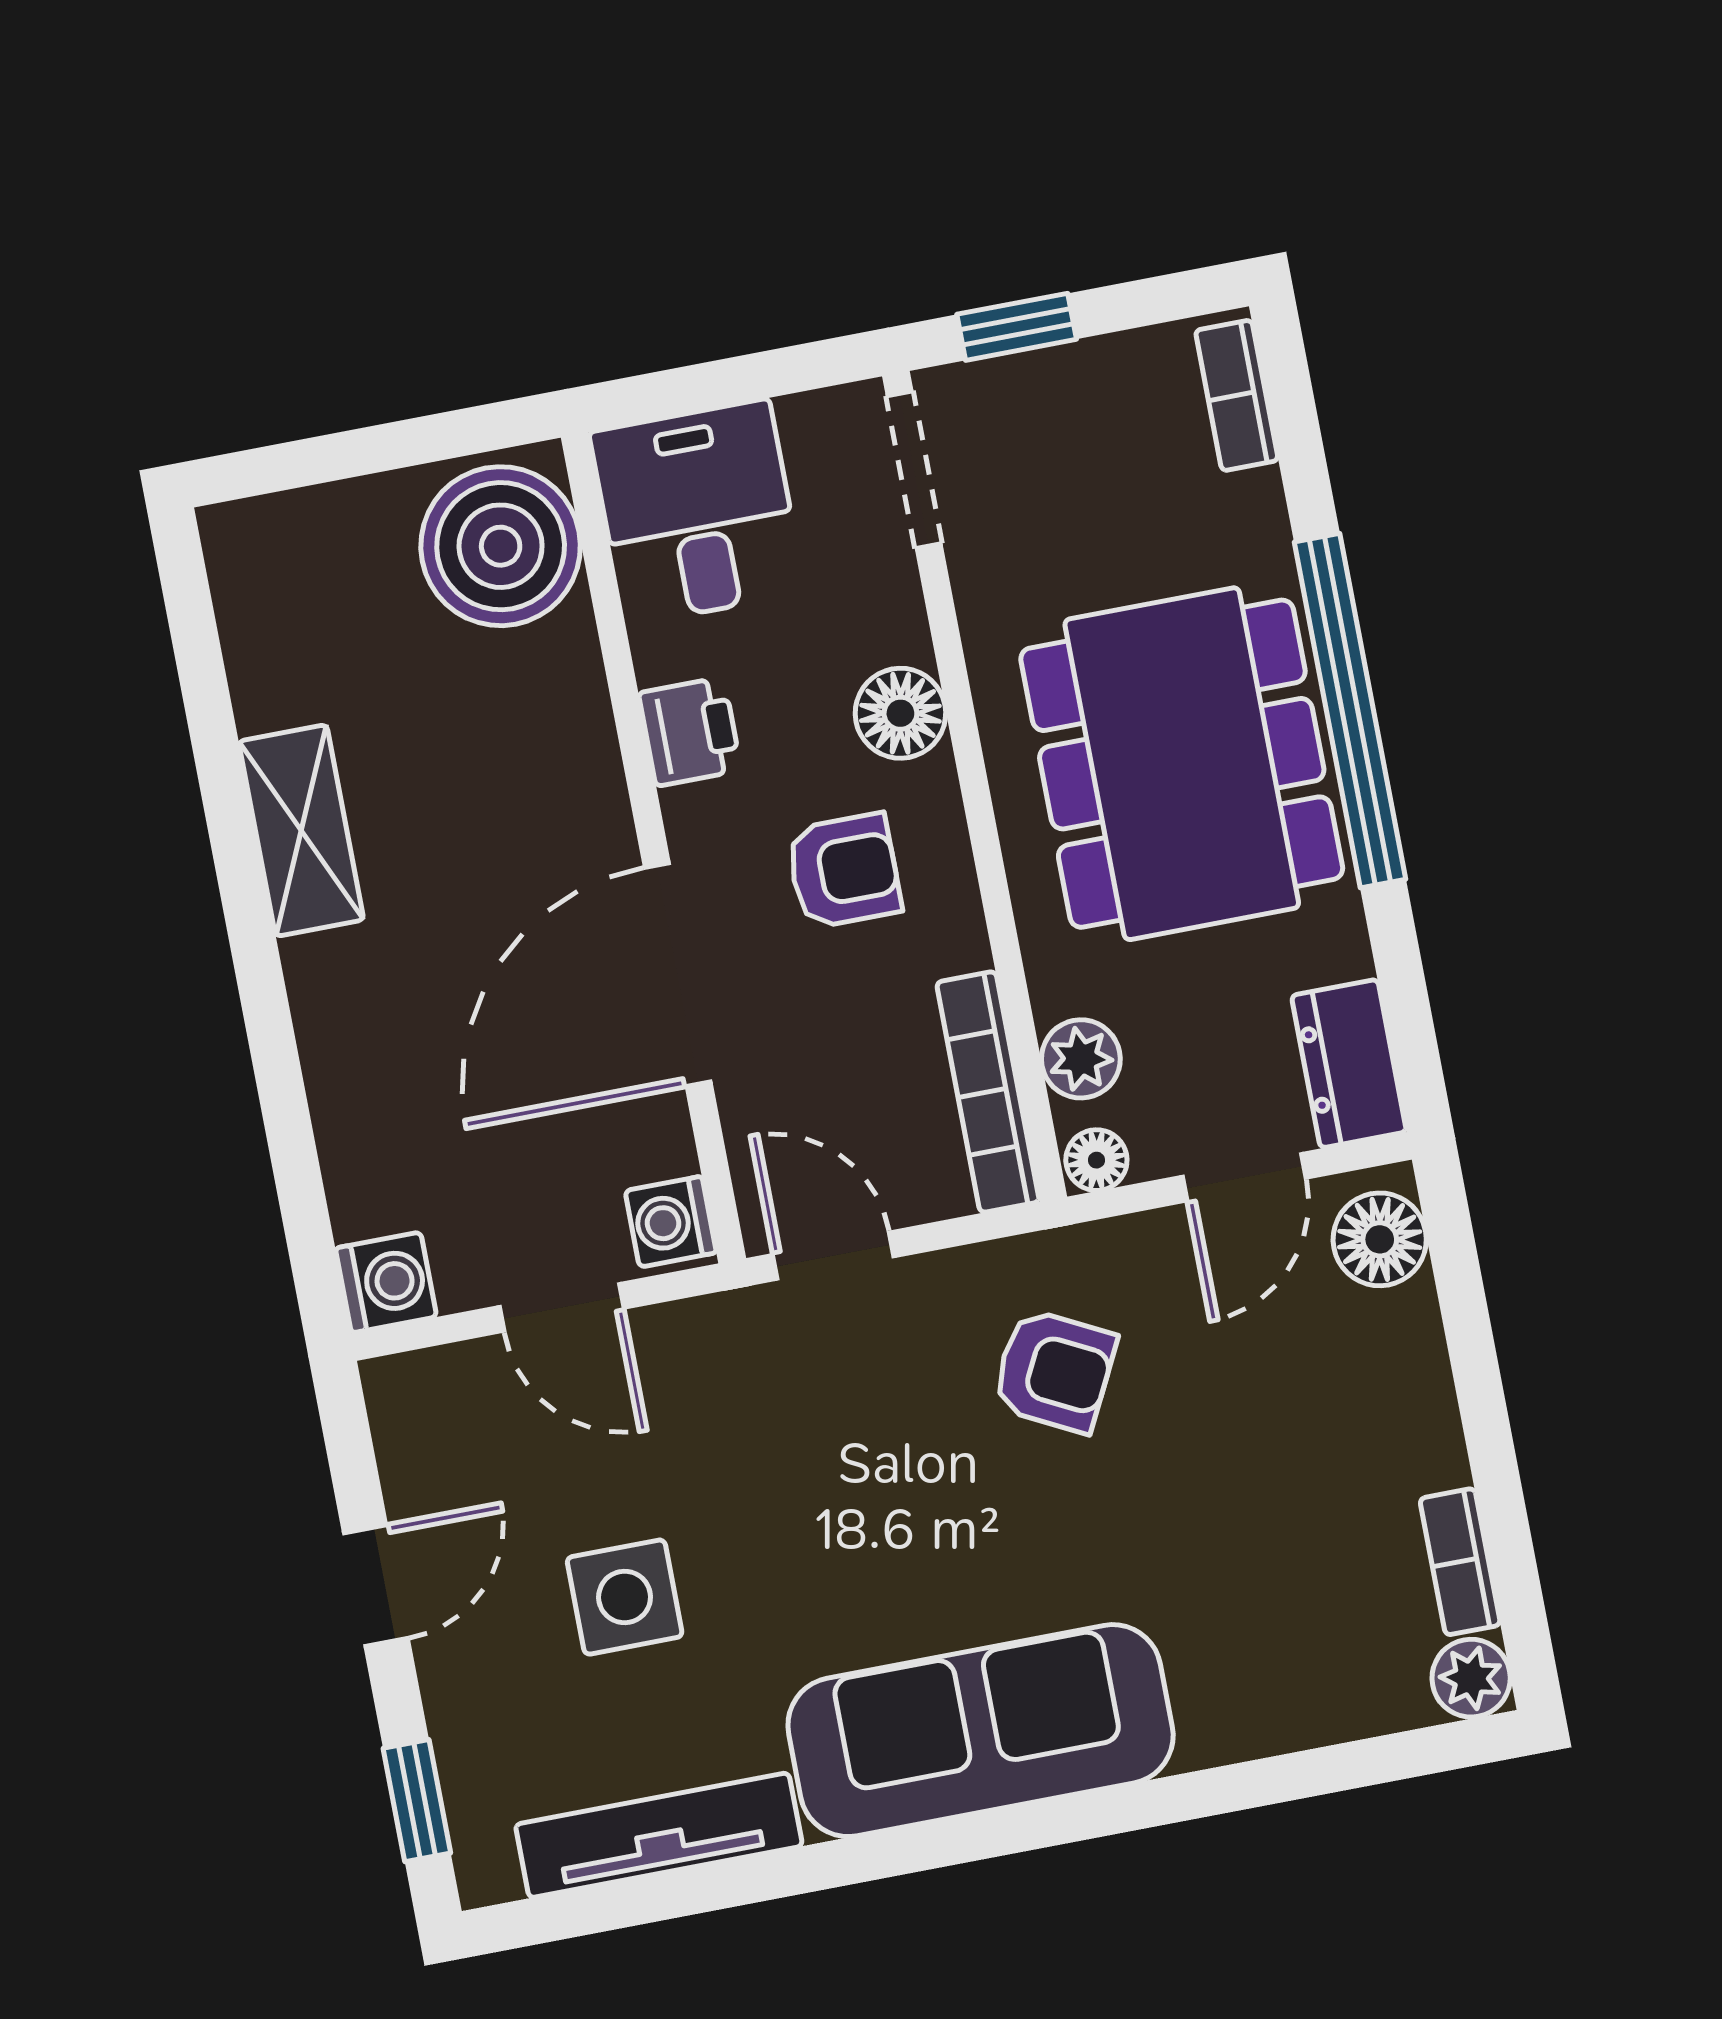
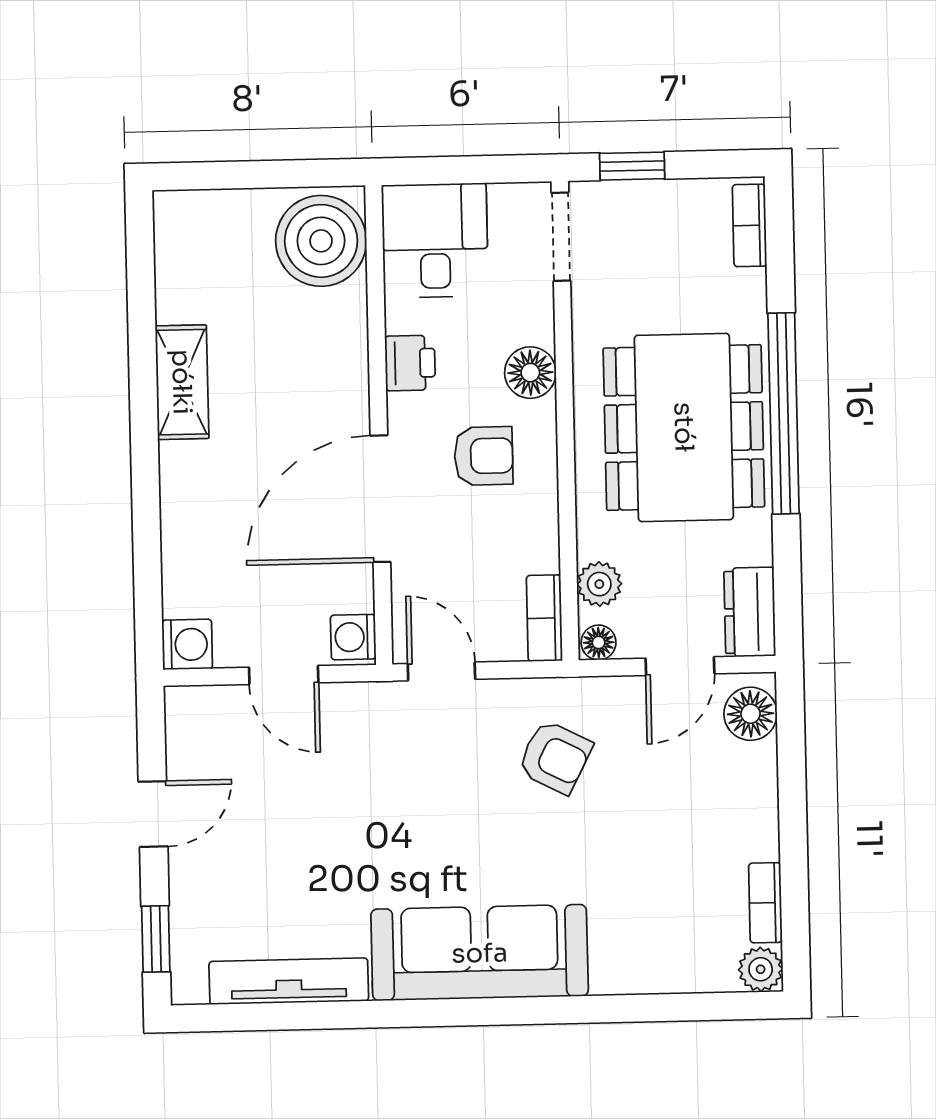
bookcase: (988, 1092) -> (544, 618), width x0.64
side table: (625, 1597) -> (292, 844), removed

